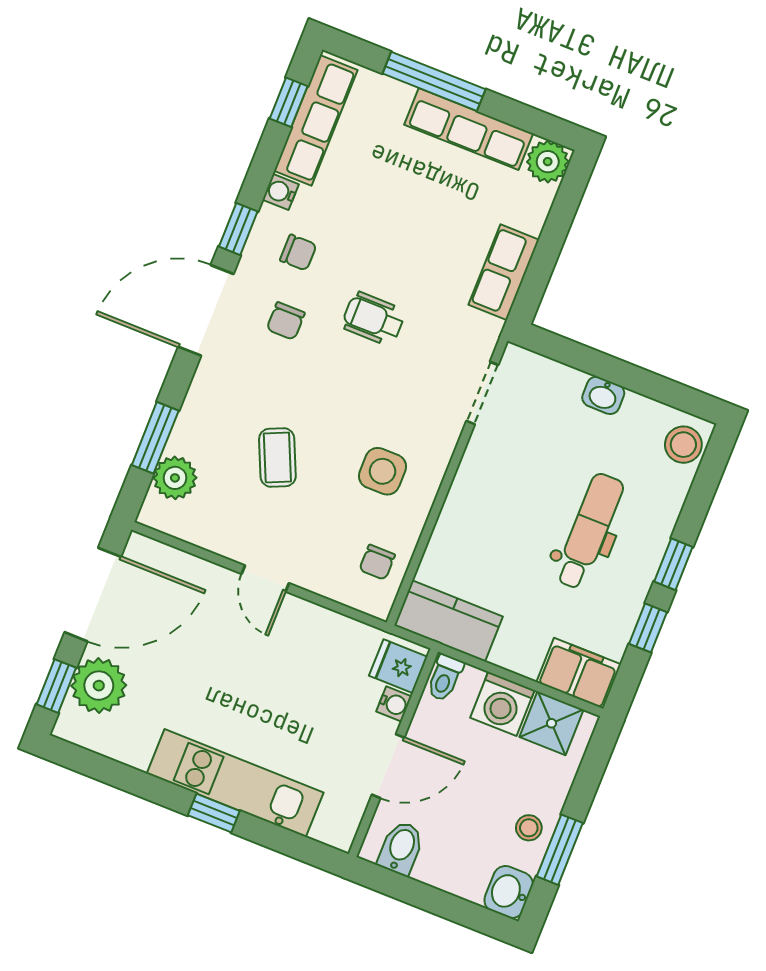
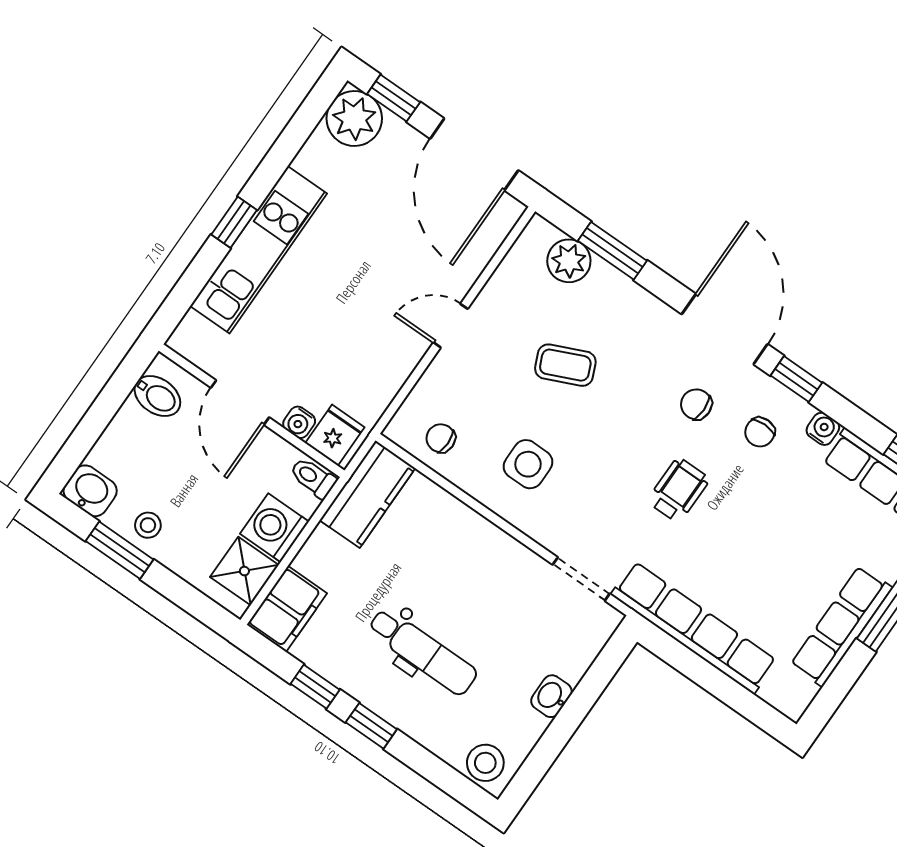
plant: (548, 162) -> (791, 695), removed
row of seats: (504, 272) -> (694, 628), width x2.02
plant: (99, 686) -> (354, 118), moved

